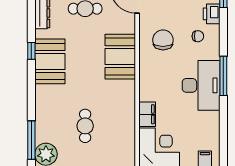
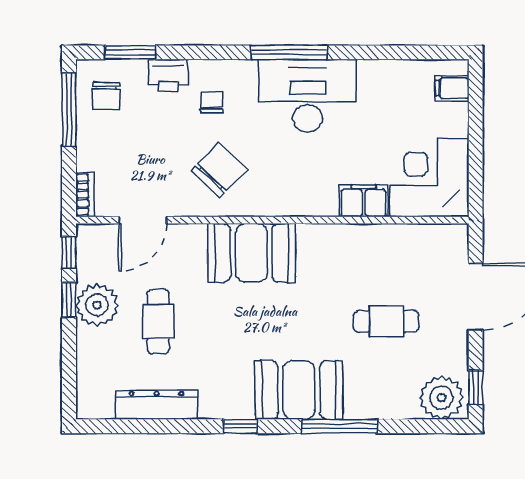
chair: (163, 40) -> (219, 170), turned 134
booth: (50, 61) -> (299, 390), moved
window: (31, 140) -> (339, 426), moved

